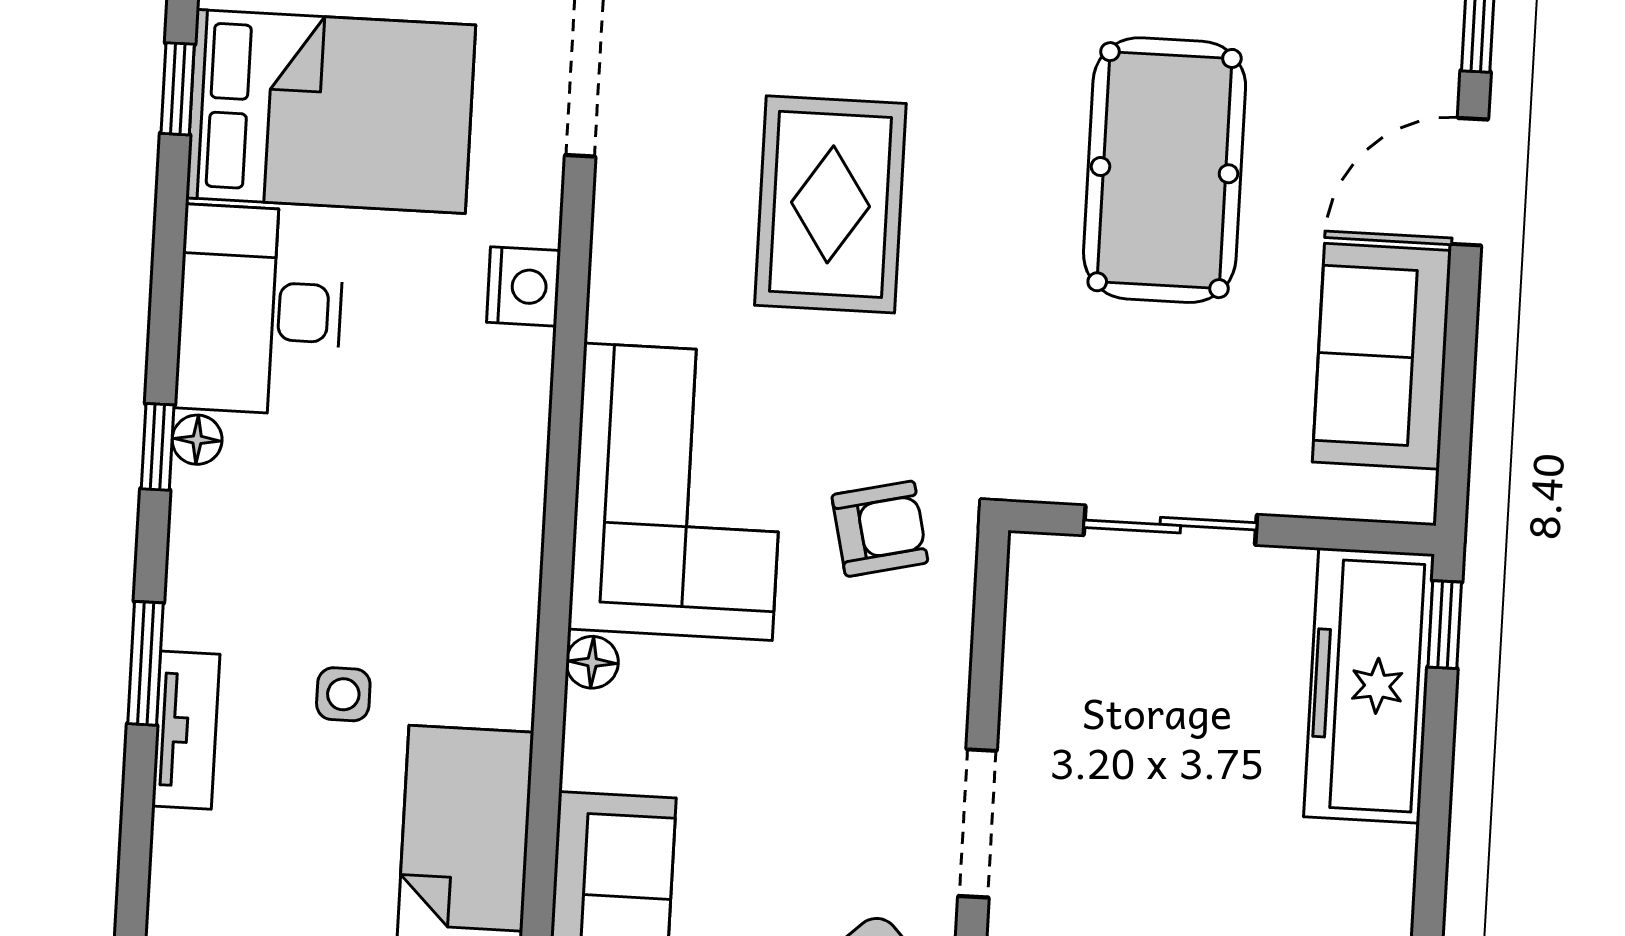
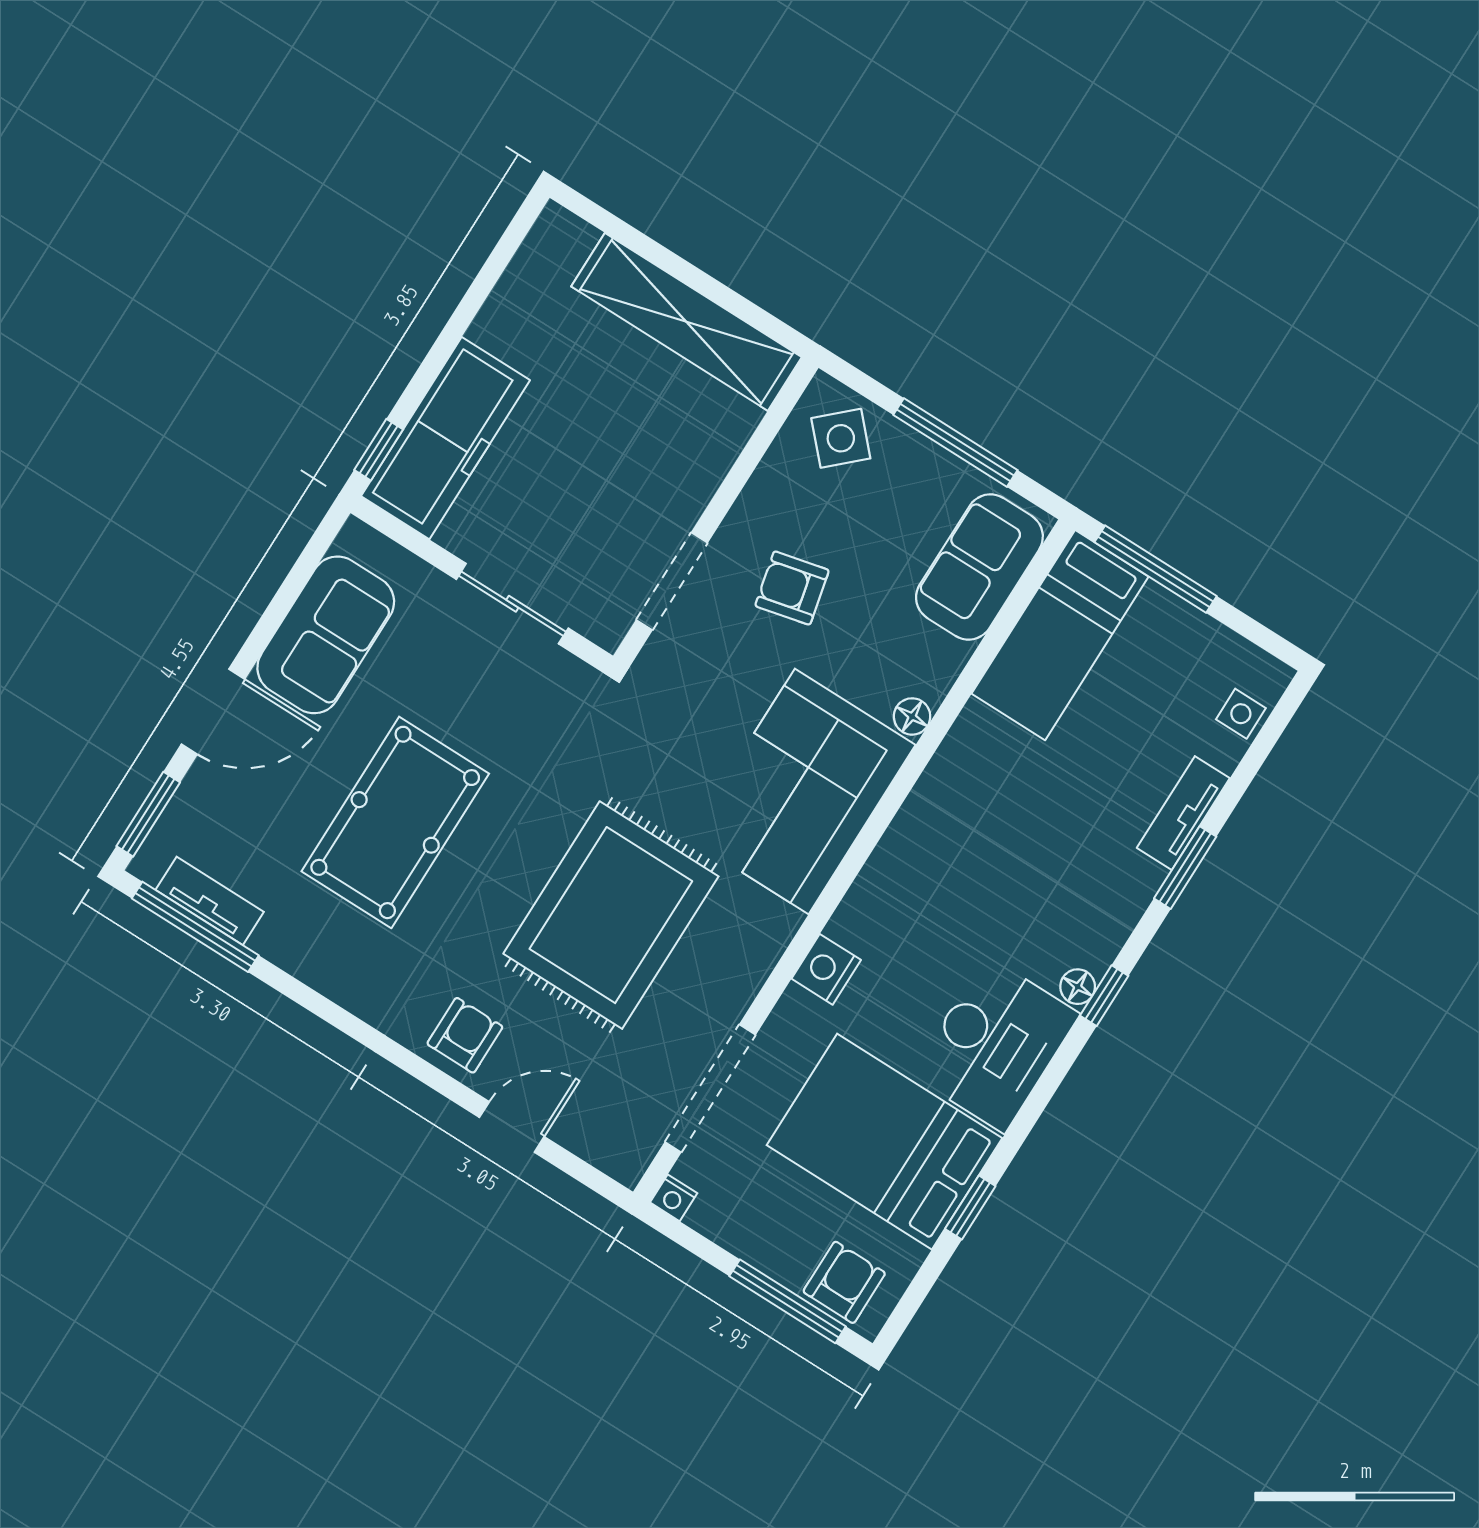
rug: (830, 204) -> (611, 915), width x1.37, depth x1.44
armchair: (880, 529) -> (792, 588), moved
side table: (343, 694) -> (1241, 714), moved
doorway: (977, 823) -> (672, 581), moved

